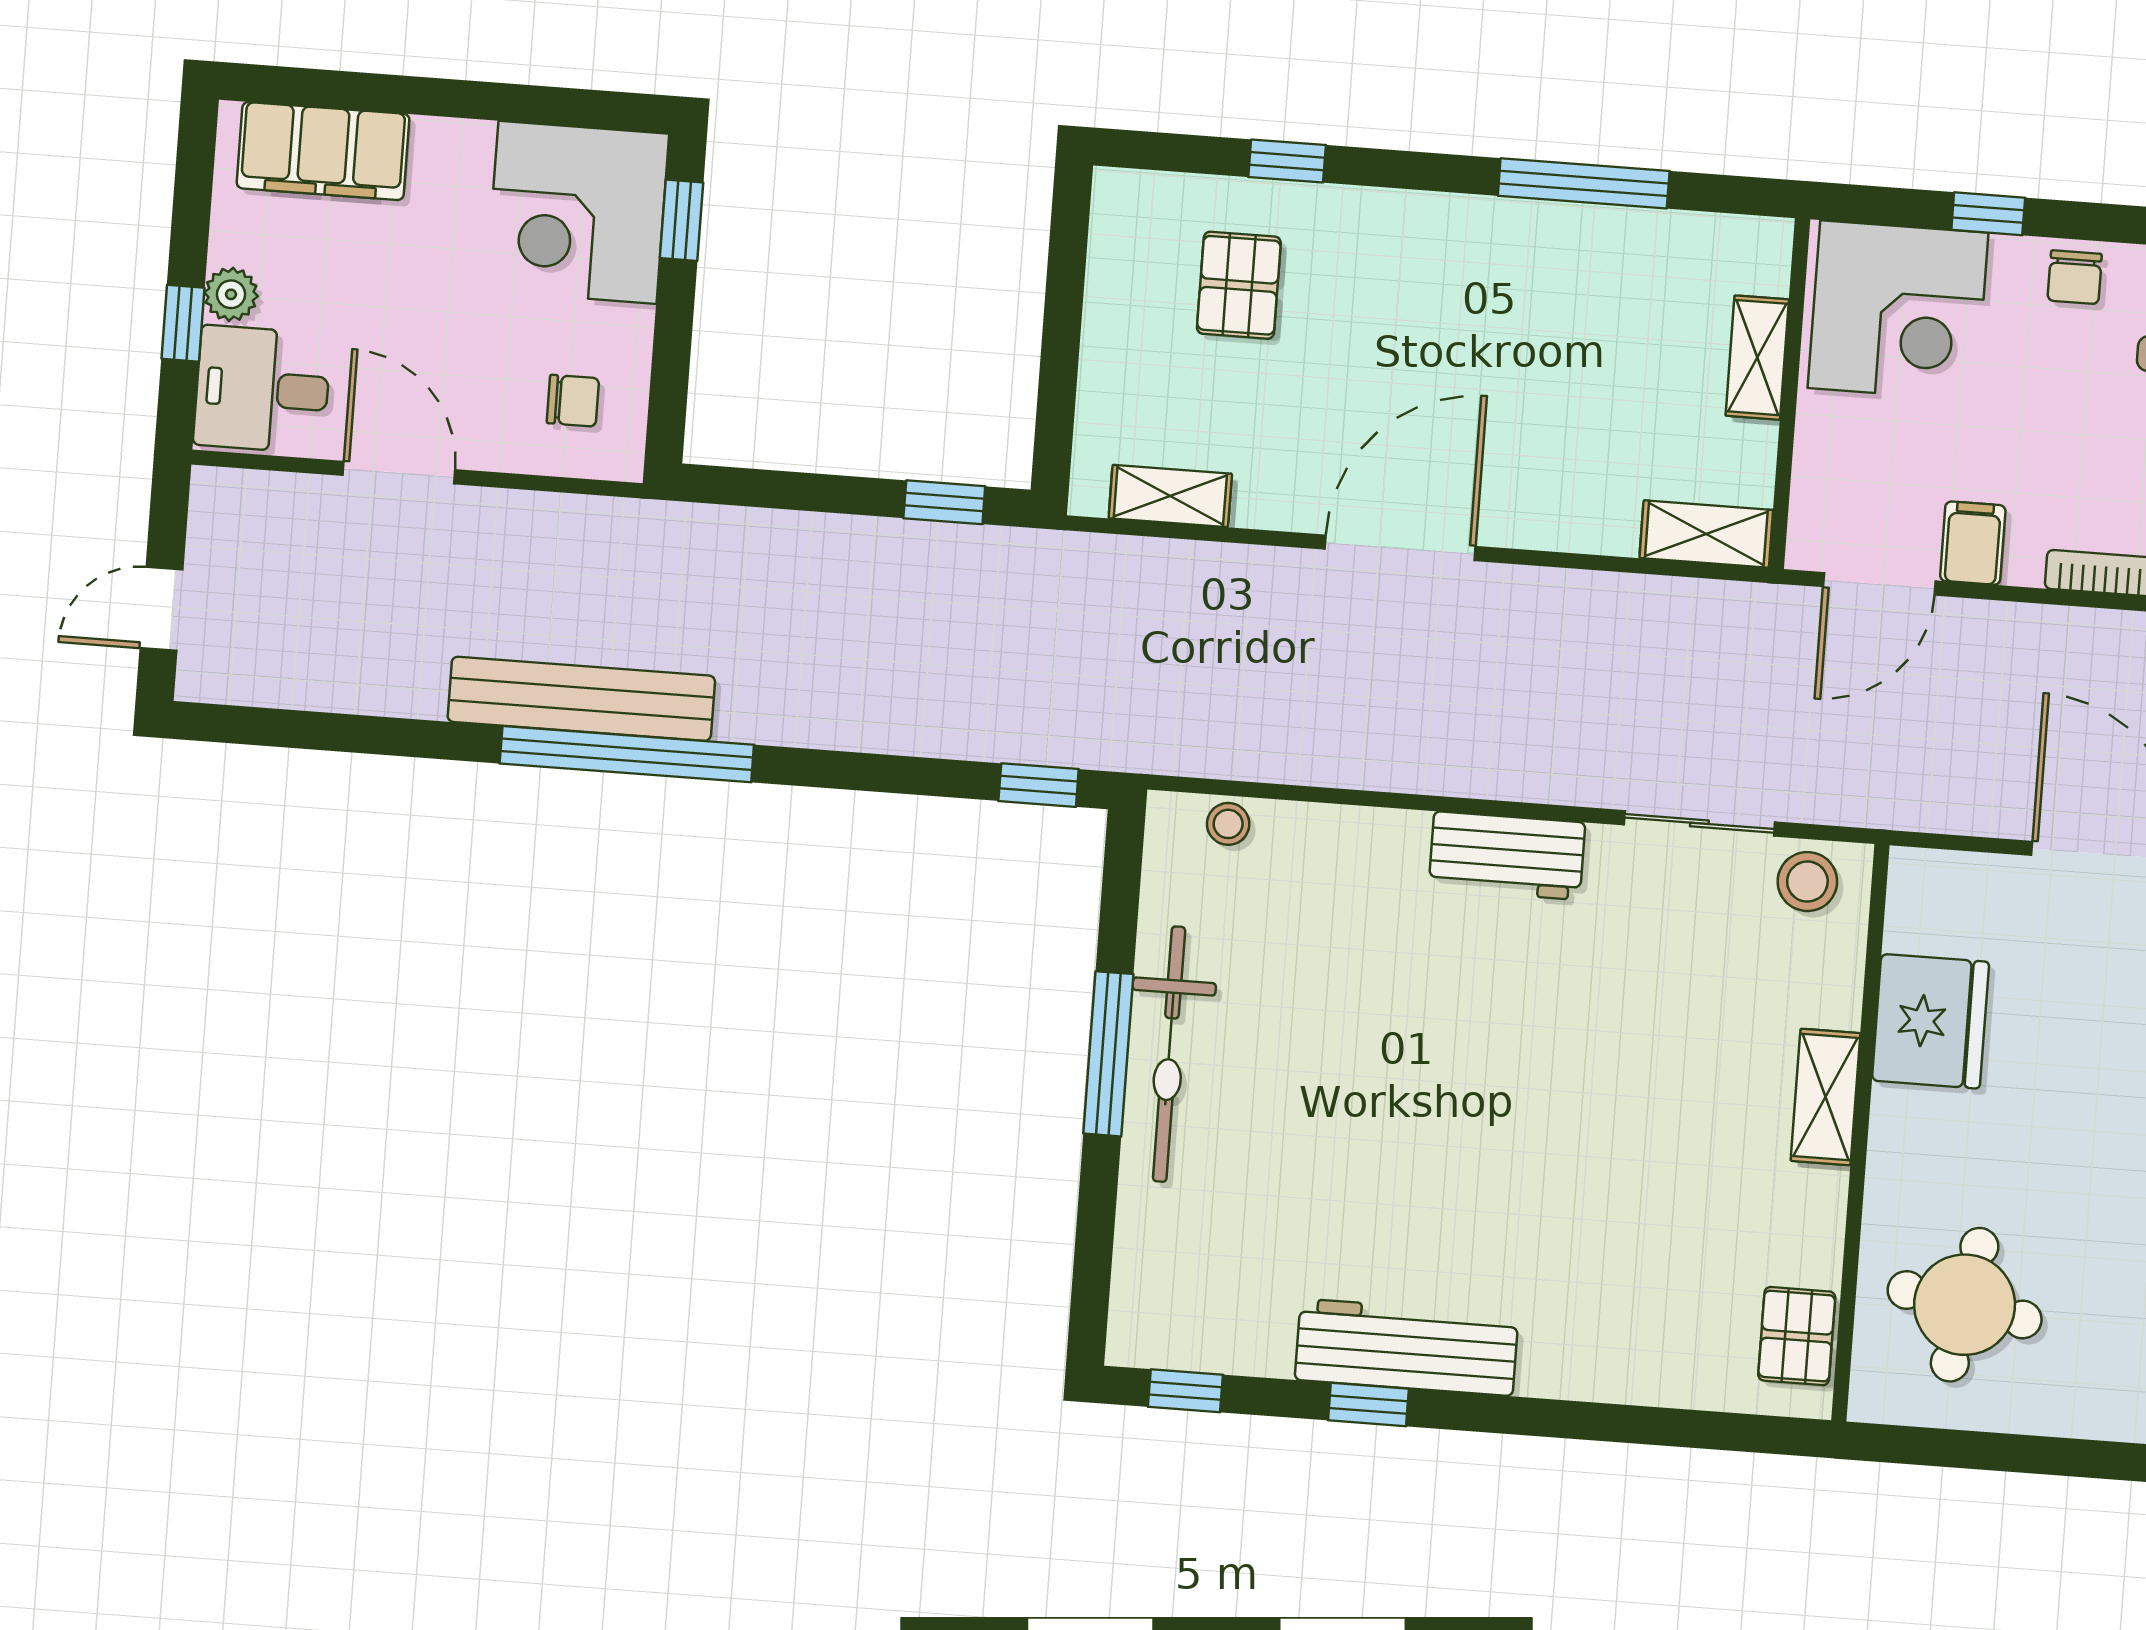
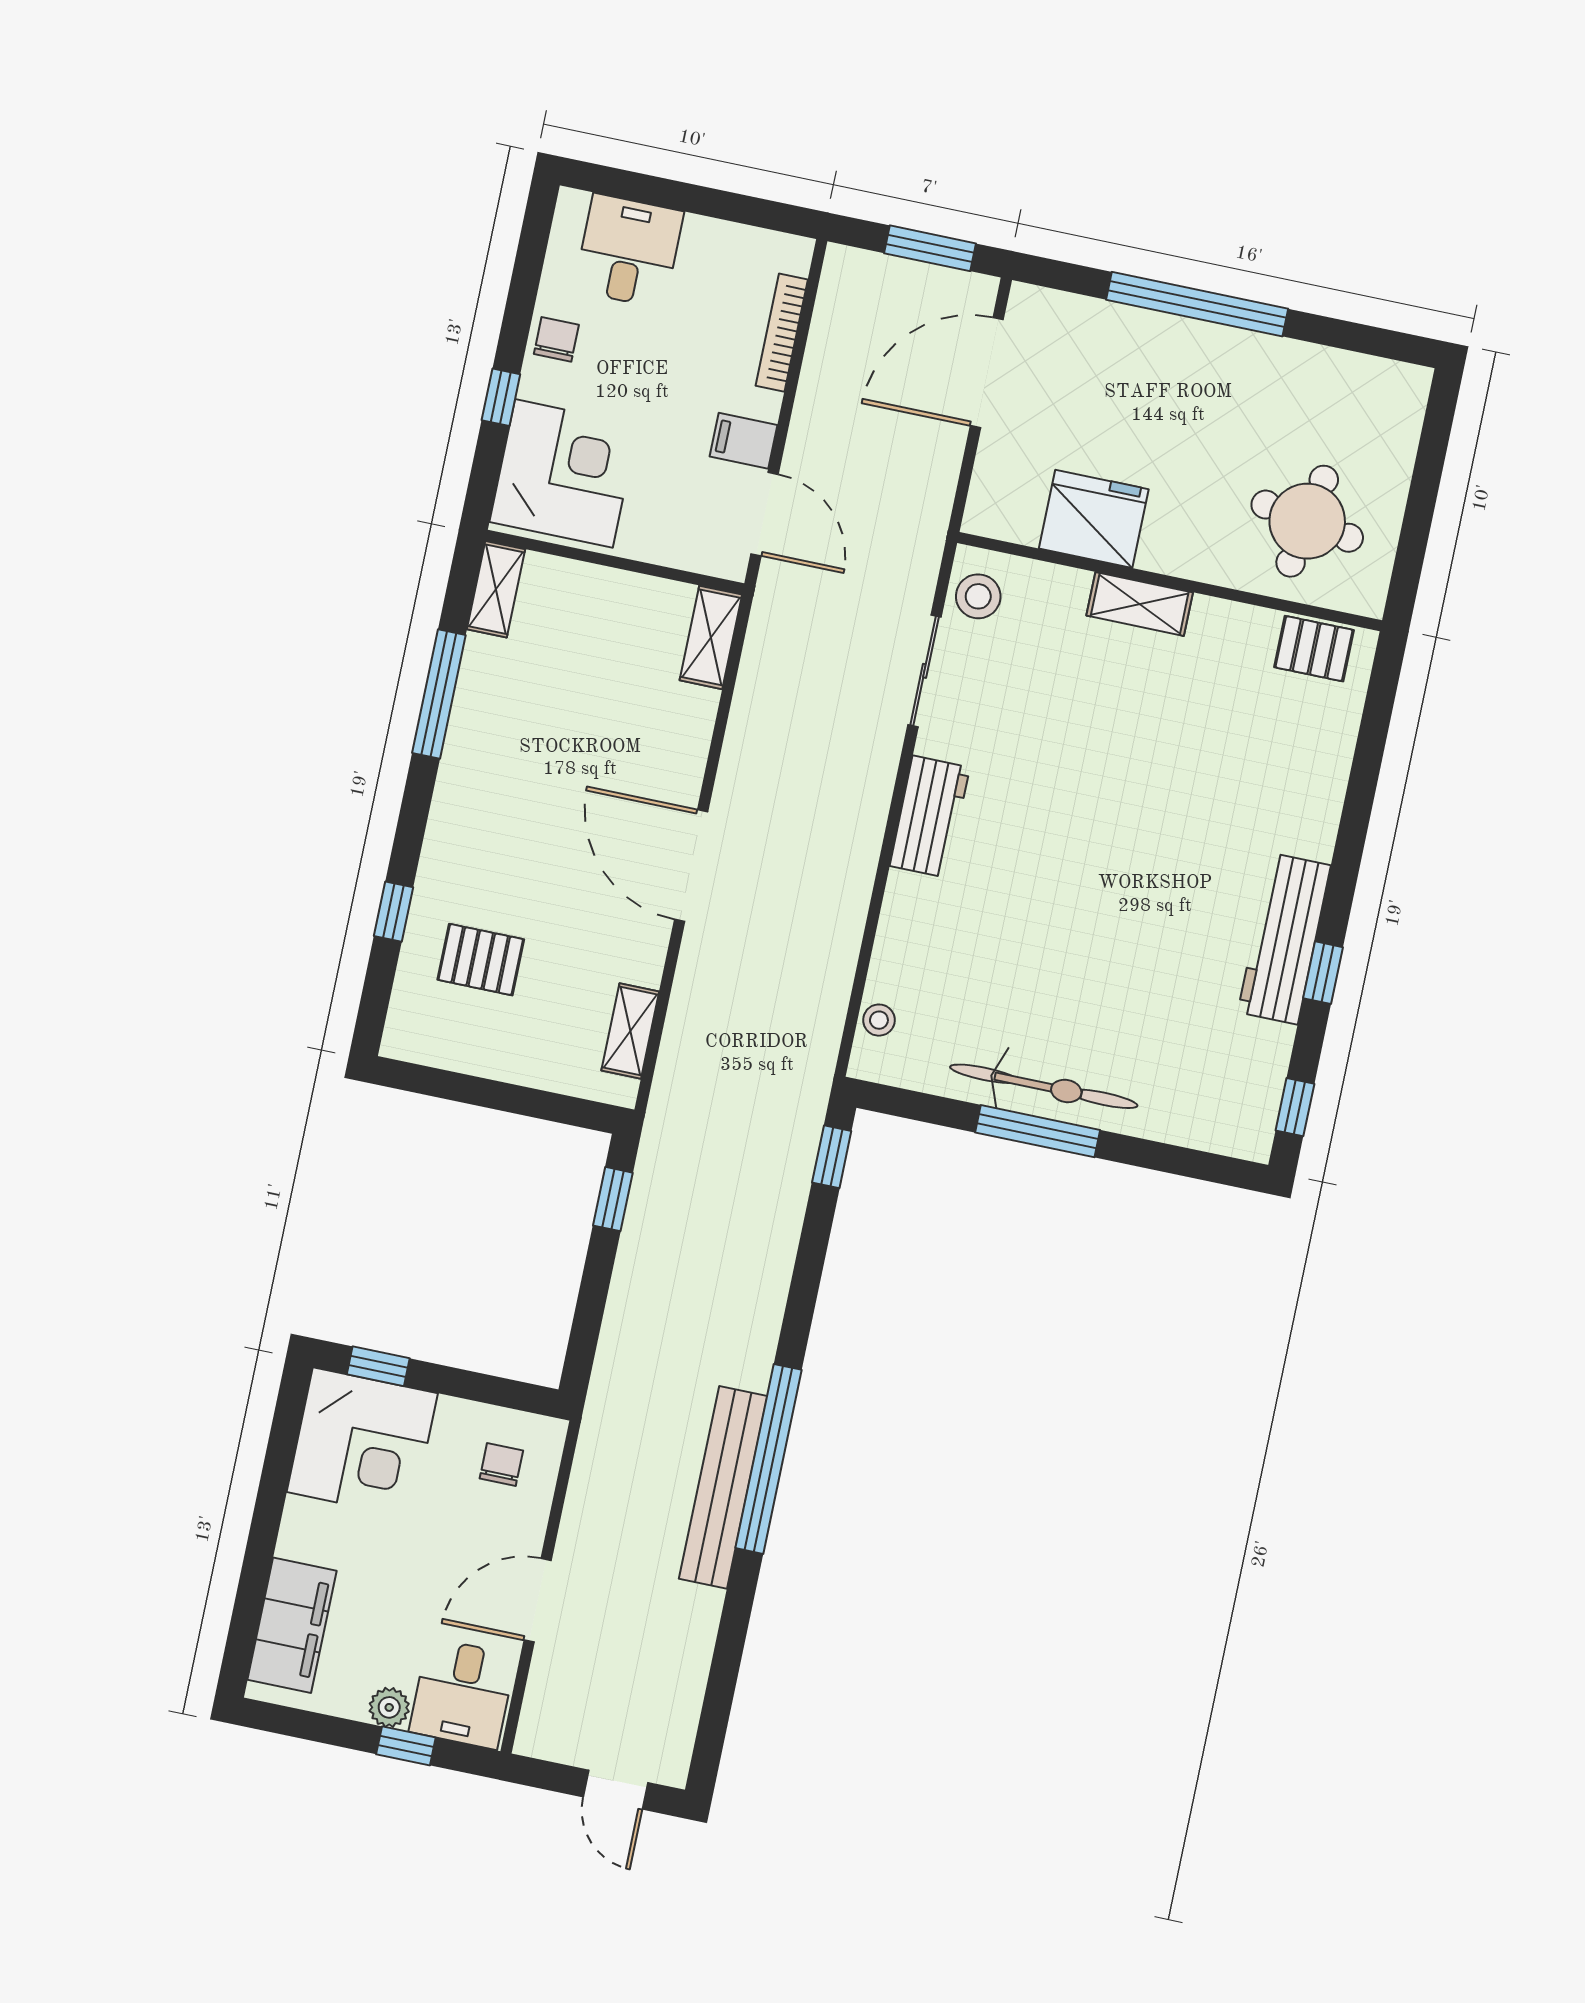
chair: (2075, 277) -> (556, 339), turned -90
shelving: (1757, 358) -> (496, 589), moved, turned 90

